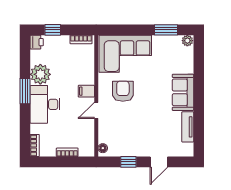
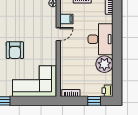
window: (25, 91) -> (117, 50), removed
filing cabinet: (86, 91) -> (66, 19), moved
armchair: (123, 91) -> (15, 50), moved

